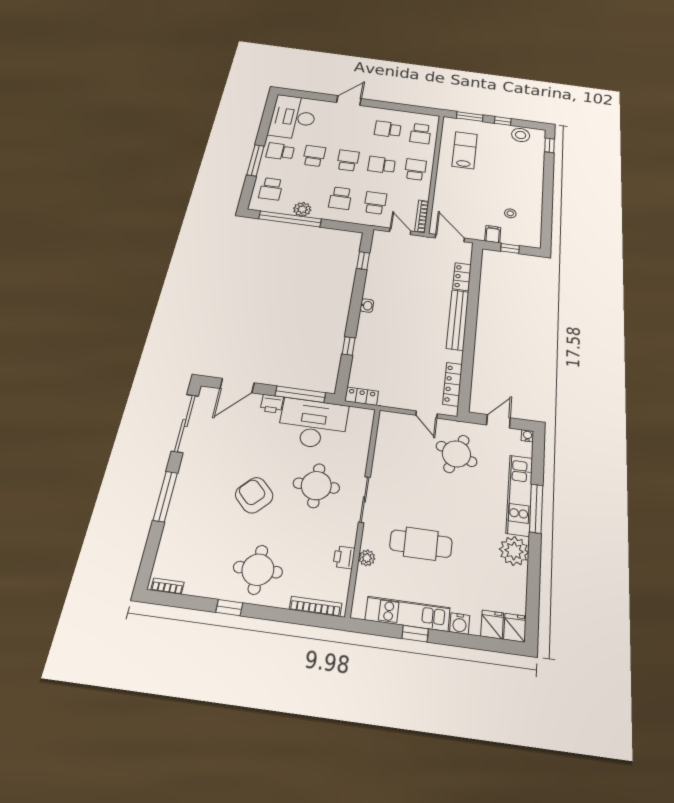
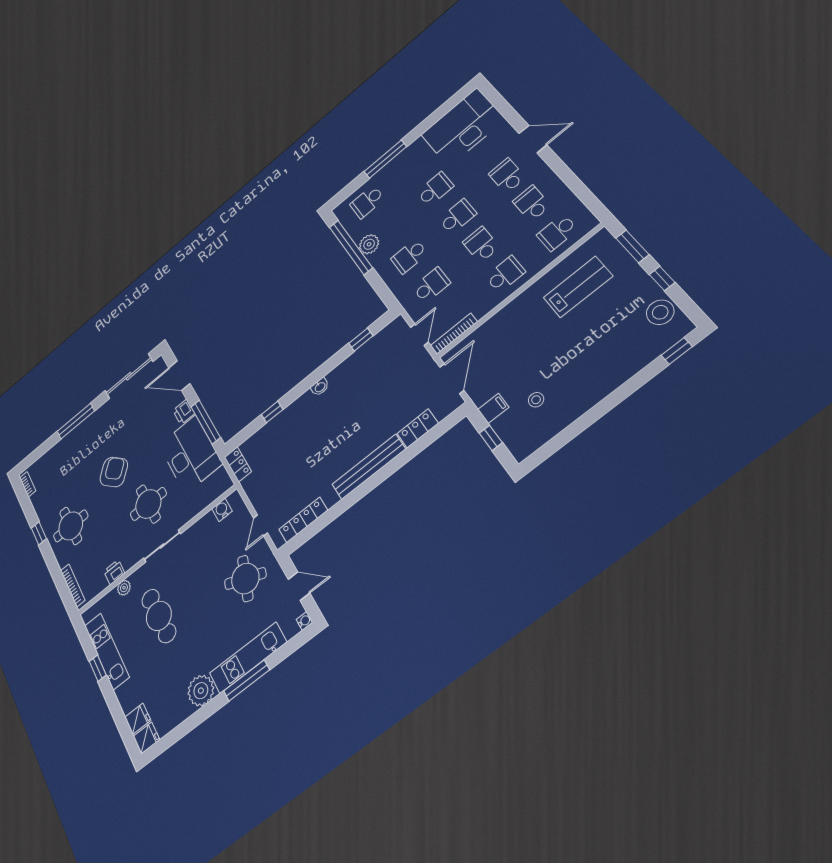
school desk: (280, 151) -> (507, 176), moved
water cooler: (460, 624) -> (222, 510), moved, turned 90

